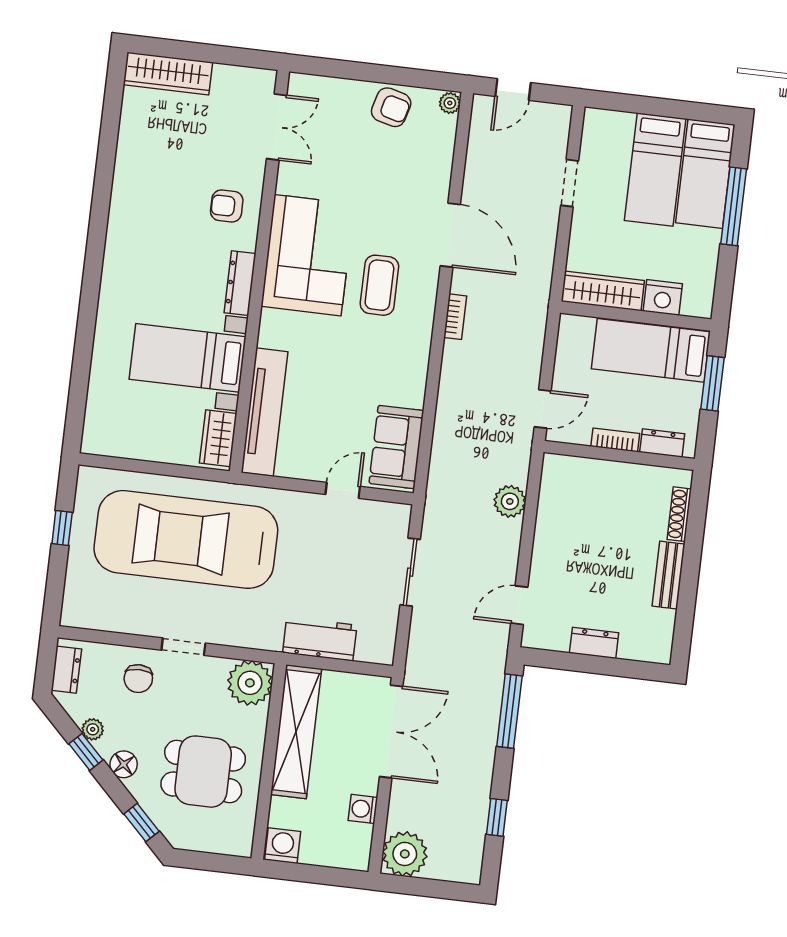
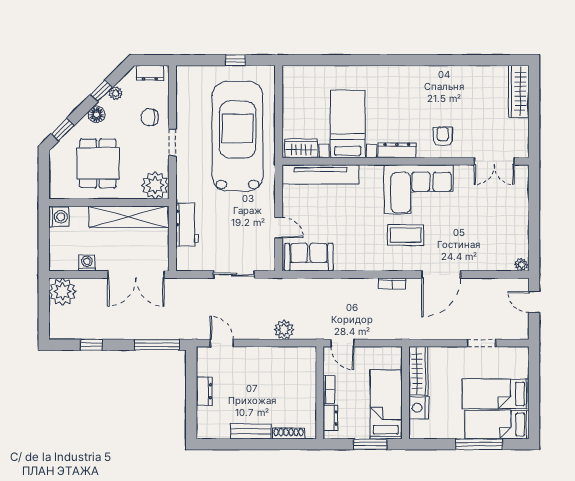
armchair: (391, 107) -> (514, 229), removed

